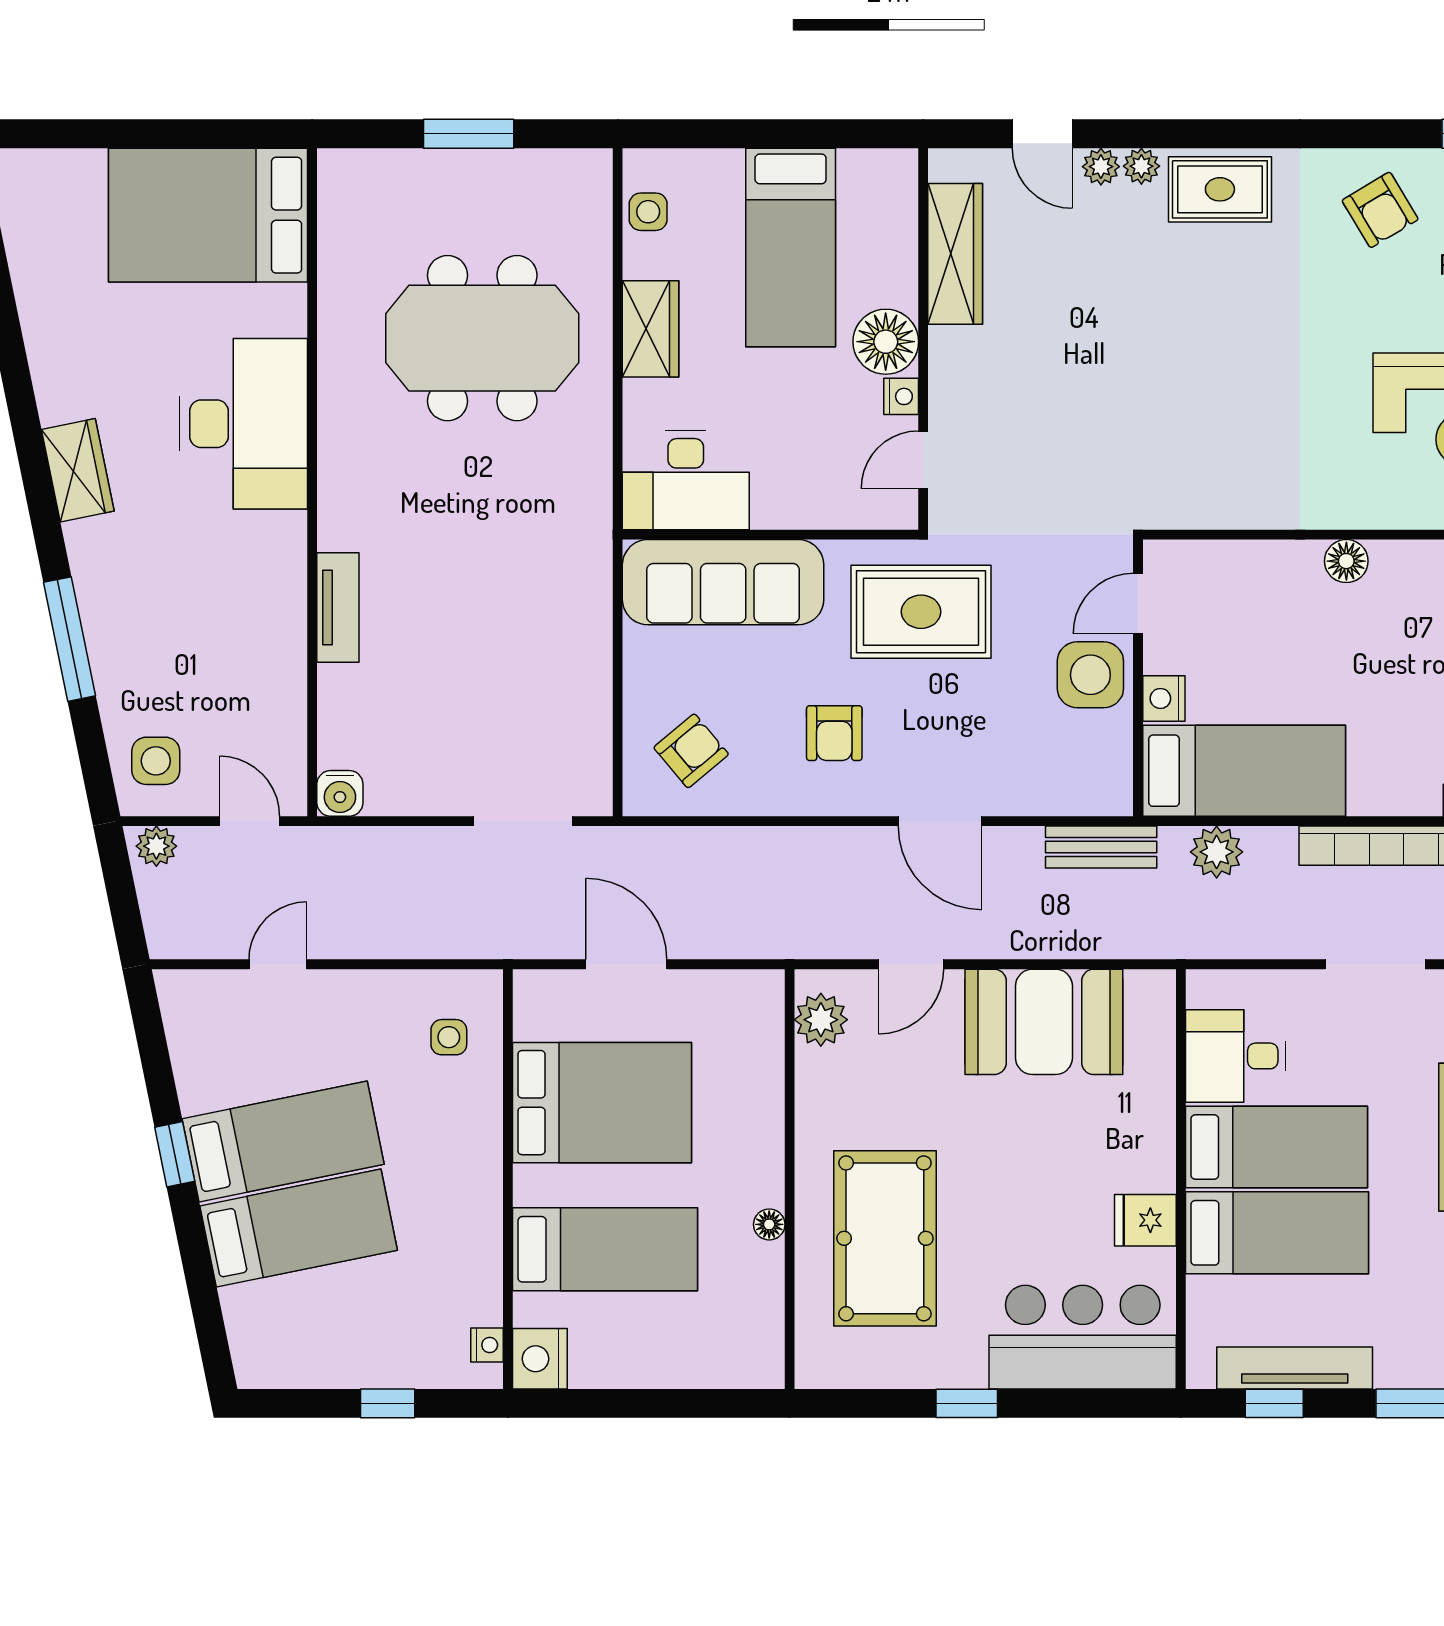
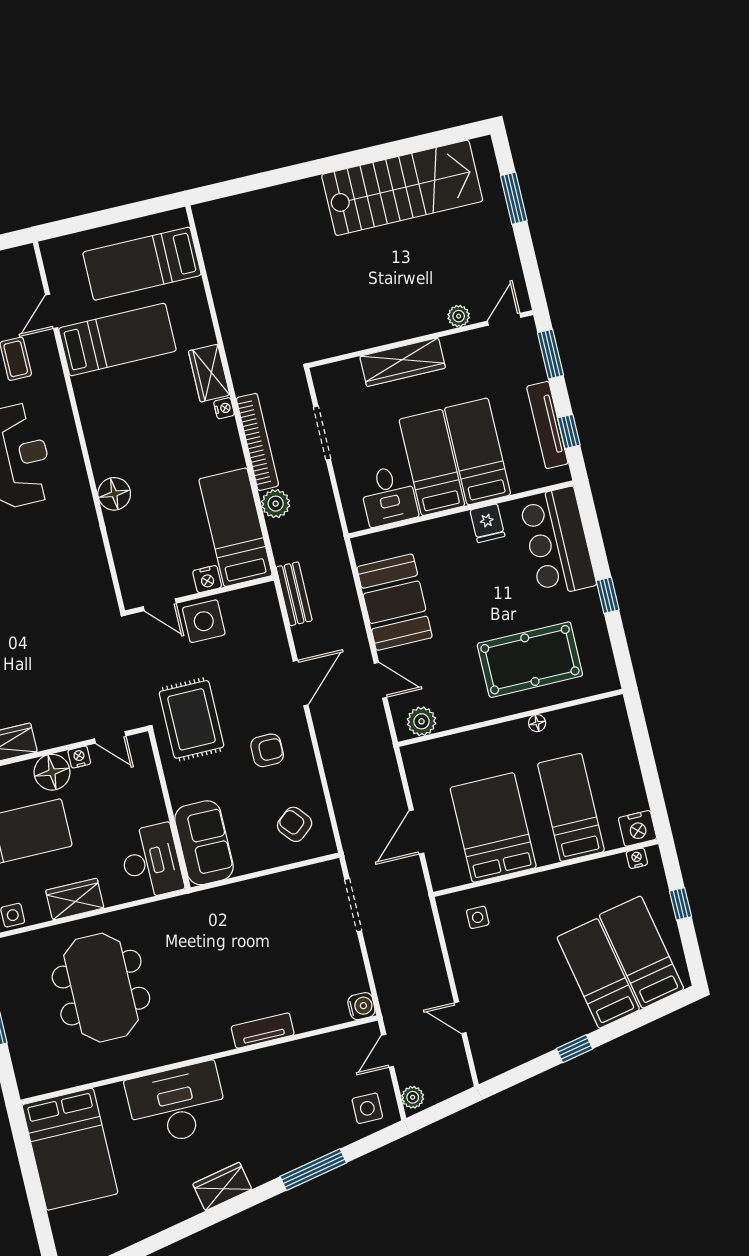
floor lamp: (1346, 561) -> (114, 494), width x1.38, depth x1.38
sofa: (723, 582) -> (204, 843), width x0.73
plant: (1217, 852) -> (276, 504), moved
bed: (283, 1142) -> (641, 952), moved

